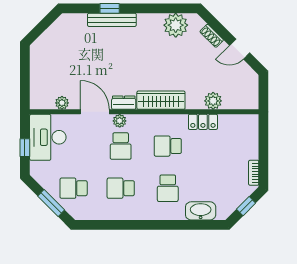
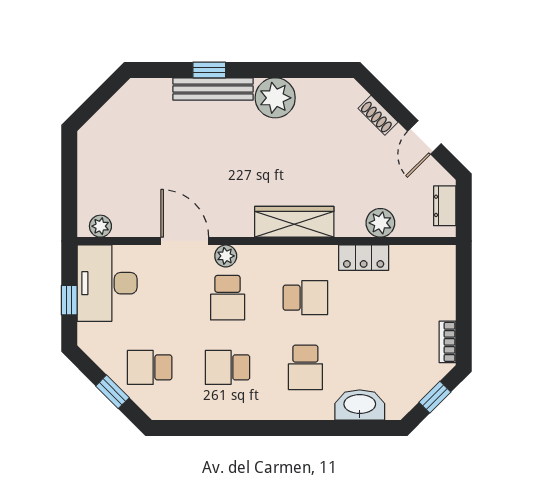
plant: (176, 25) -> (275, 98), moved
door: (240, 49) -> (424, 137), hinge flipped
plant: (62, 103) -> (100, 226), moved
dresser: (124, 103) -> (445, 206), moved, turned -90
school desk: (168, 146) -> (305, 298), turned 180
window: (51, 203) -> (112, 392), width x0.67

